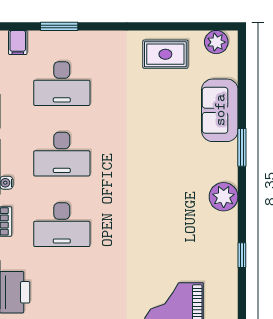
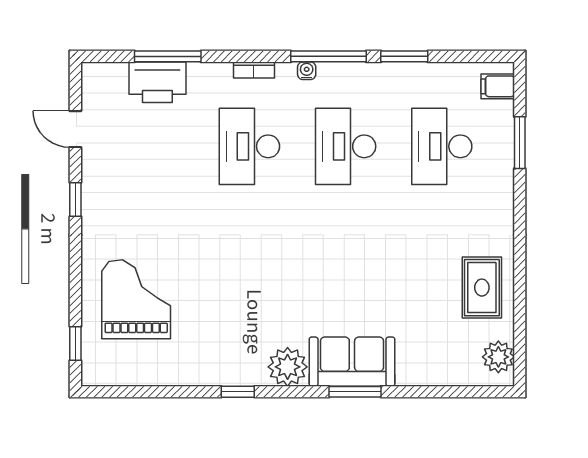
sofa: (220, 110) -> (352, 362), moved
window: (242, 255) -> (238, 392), moved

